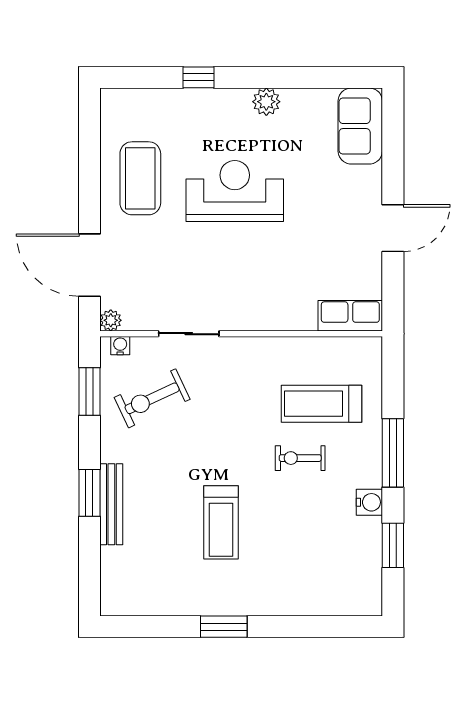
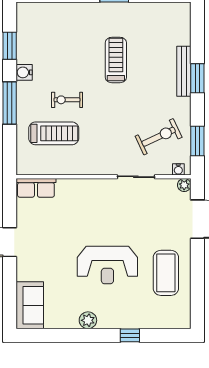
exercise bike: (300, 458) -> (67, 100), turned 180

